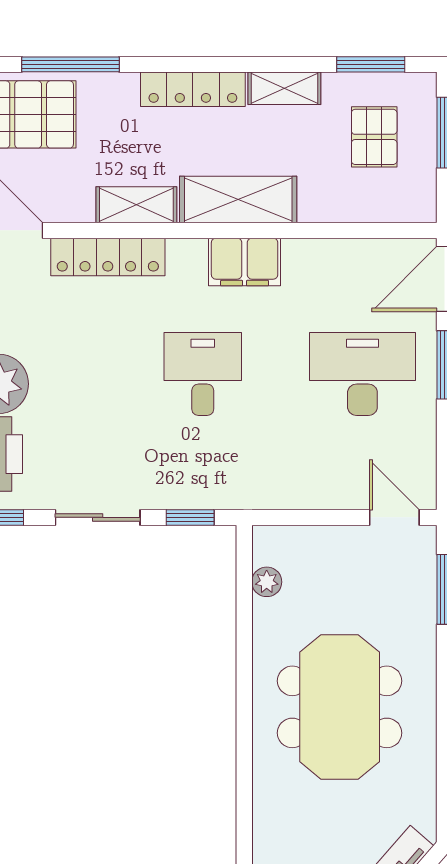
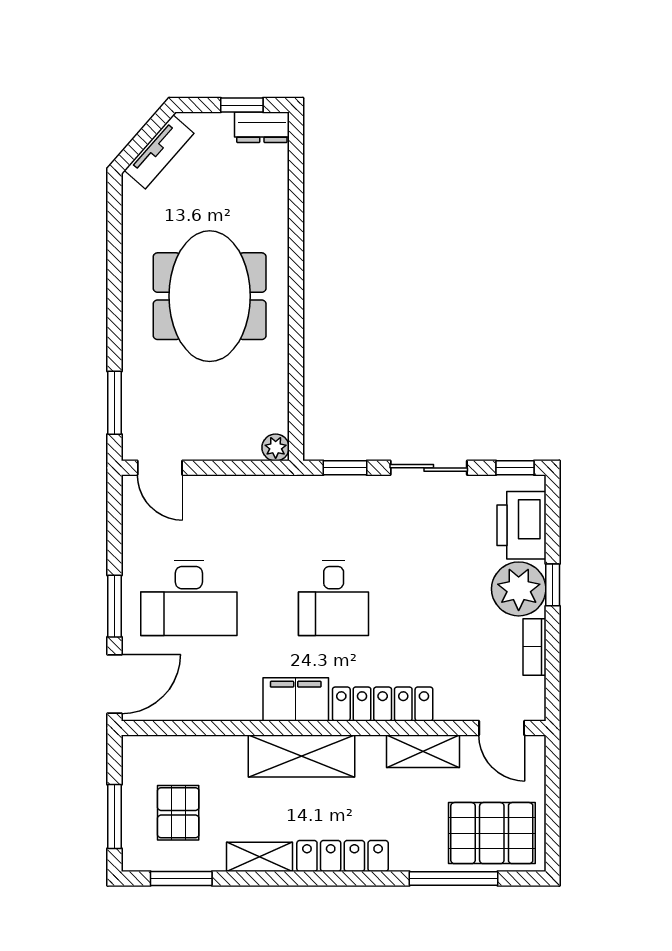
shelving: (136, 205) -> (423, 751), moved
locker: (108, 257) -> (383, 704), moved
plant: (267, 582) -> (276, 447), moved

